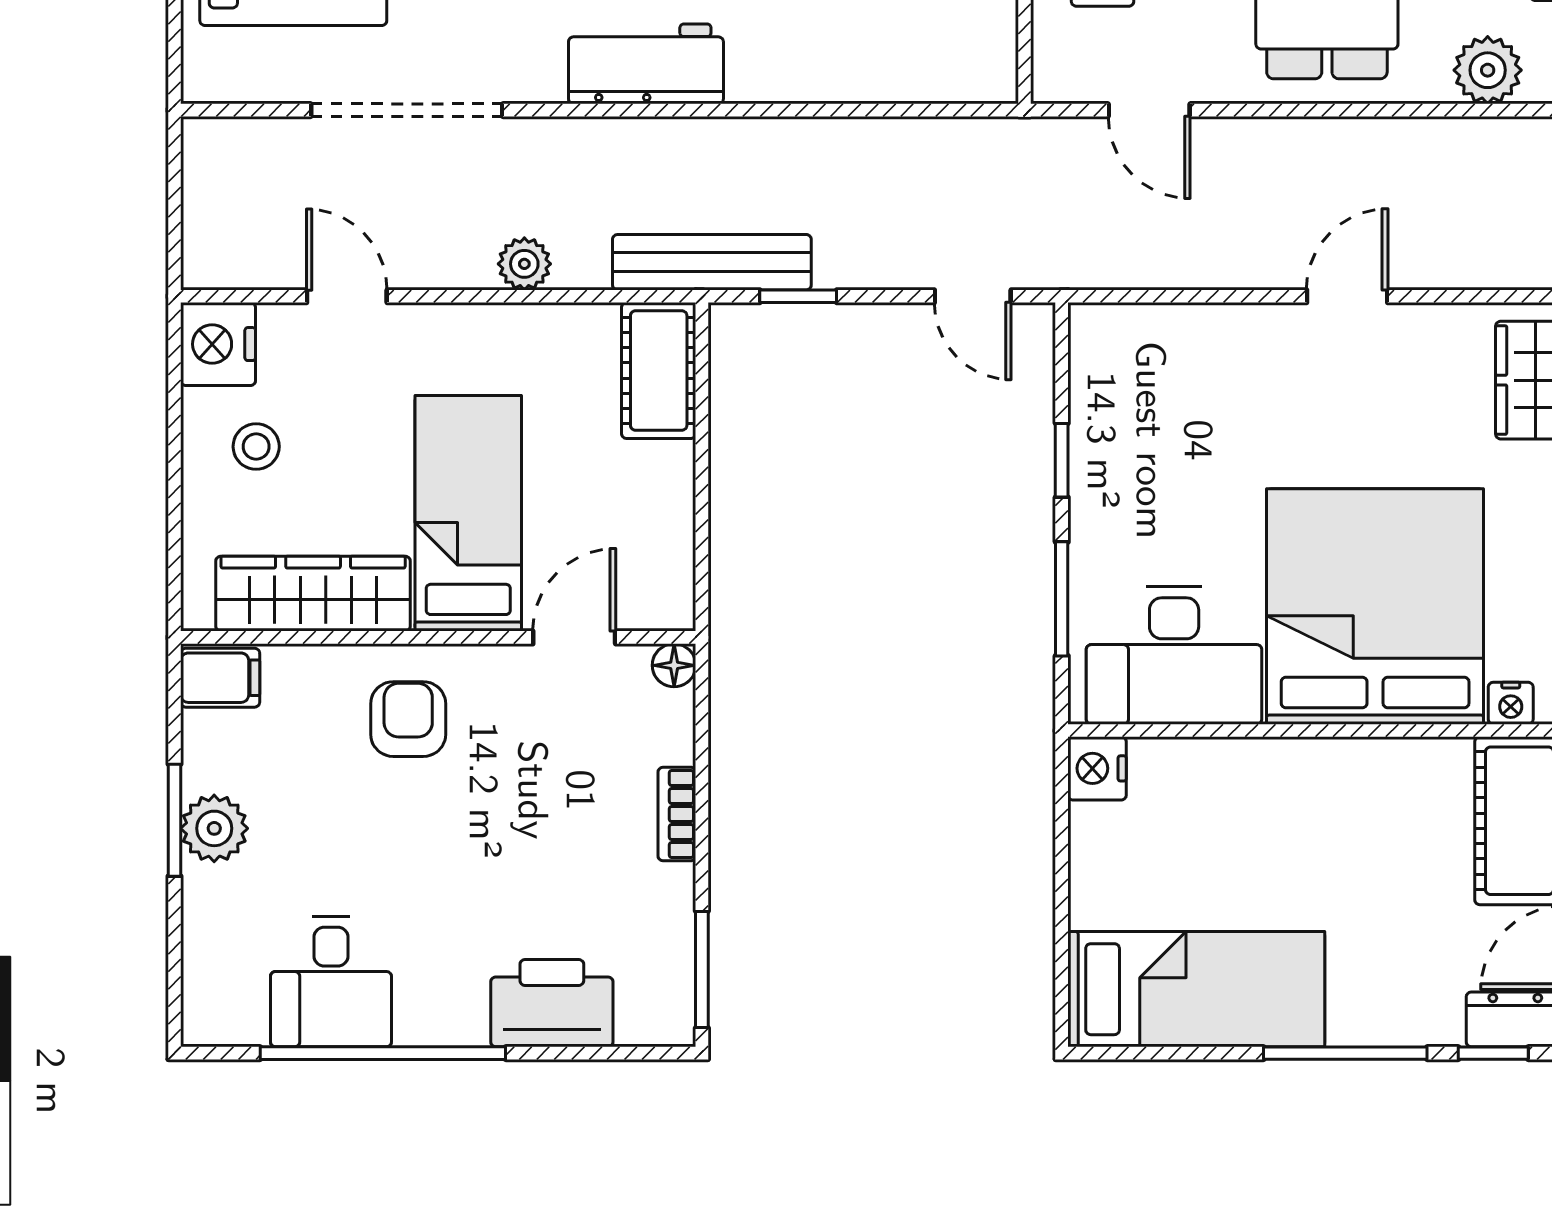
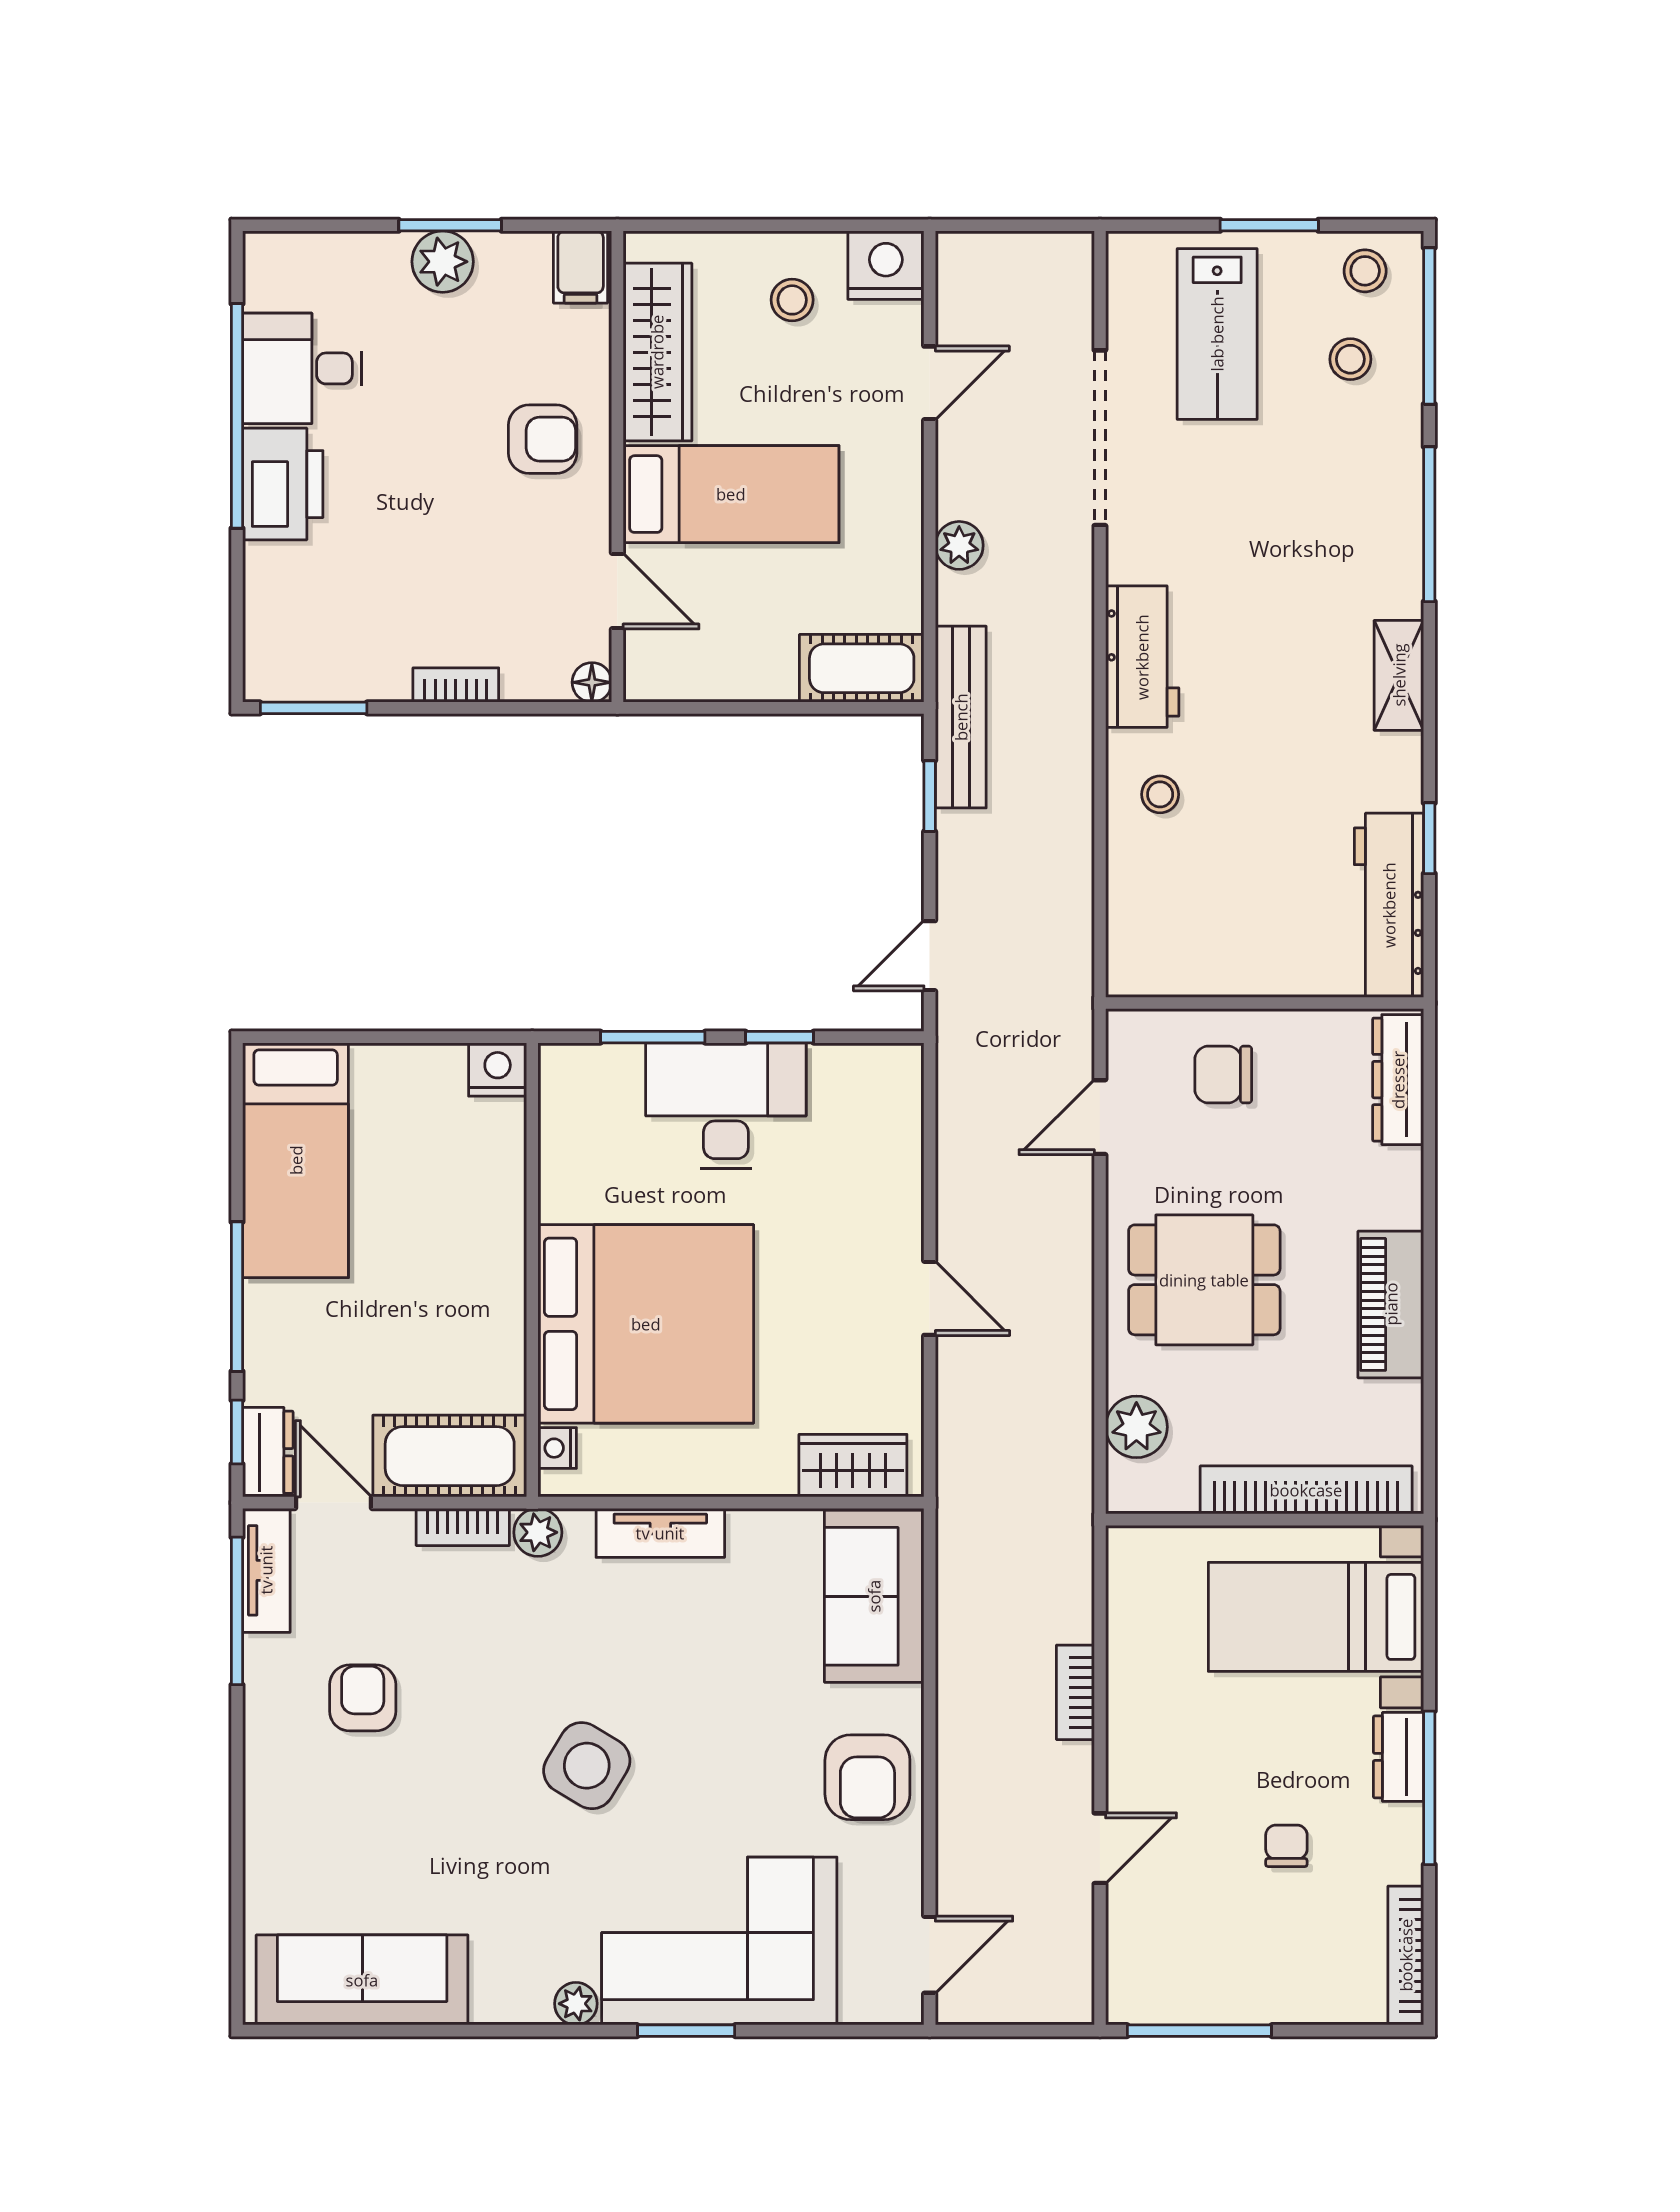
stool: (796, 44) -> (1160, 794), added
desk: (1174, 655) -> (726, 1106), moved, turned 90
printer: (552, 1003) -> (283, 484), moved

